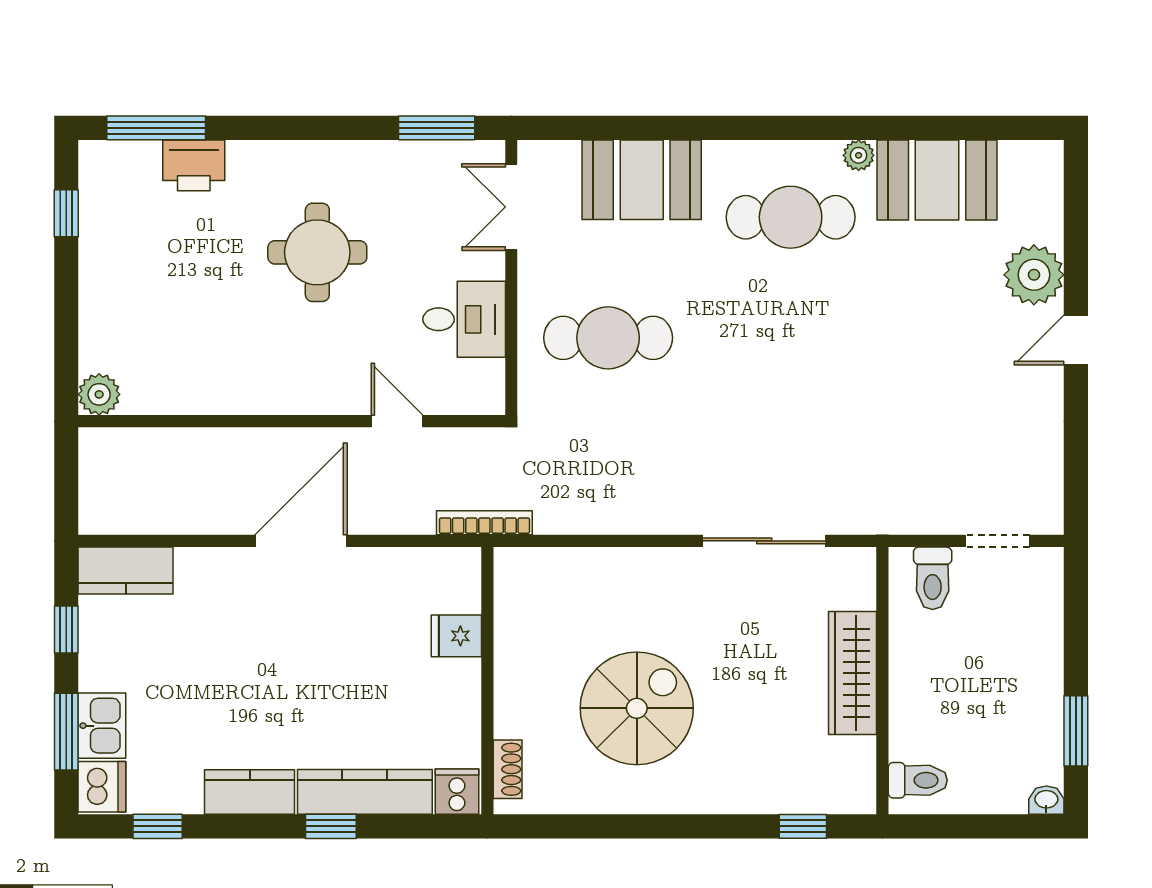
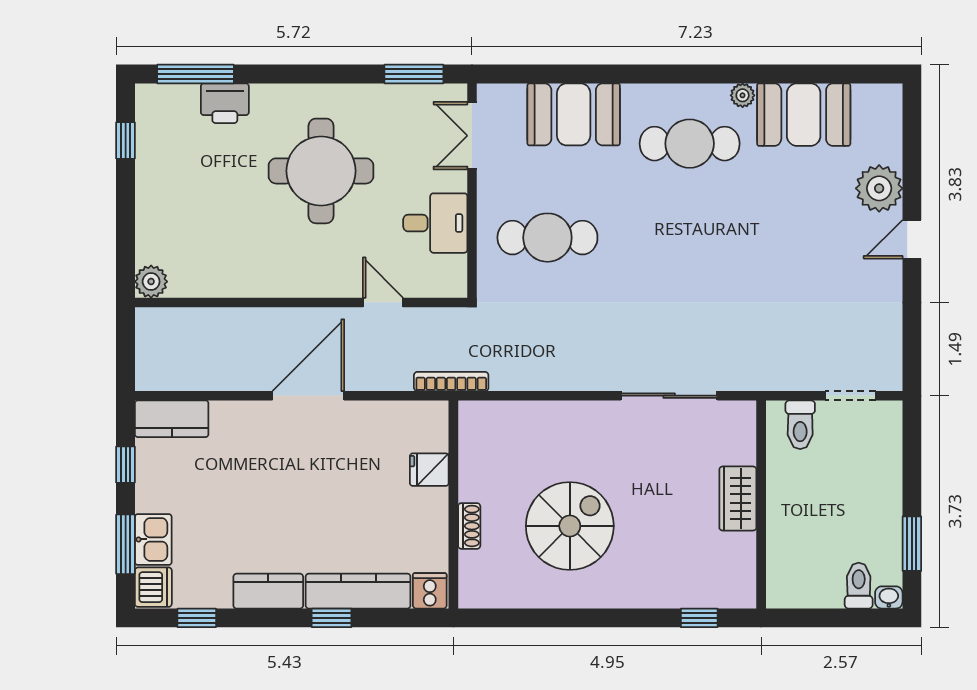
round table: (317, 252) -> (321, 171), width x1.36, depth x1.36
wardrobe: (853, 673) -> (738, 499), width x0.67
shoe rack: (508, 769) -> (469, 526), moved
toilet: (918, 780) -> (859, 586), moved, turned -90

